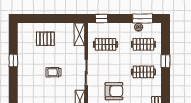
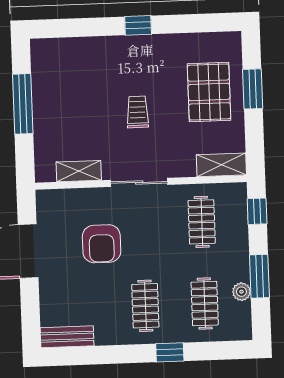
window: (45, 18) -> (253, 89), added
window: (143, 18) -> (259, 276), moved
pallet: (45, 39) -> (209, 92), width x1.50, depth x1.42
window: (13, 60) -> (138, 25), moved

